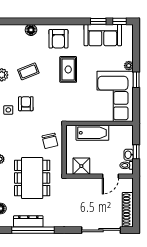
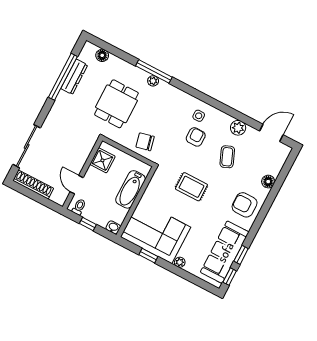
sofa: (103, 35) -> (225, 252), width x1.36
rug: (68, 69) -> (191, 187), moved
window: (136, 80) -> (148, 256), moved
armchair: (26, 104) -> (196, 137), turned -90
washbasin: (129, 155) -> (113, 227), moved
dining table: (32, 178) -> (116, 104), width x0.73

